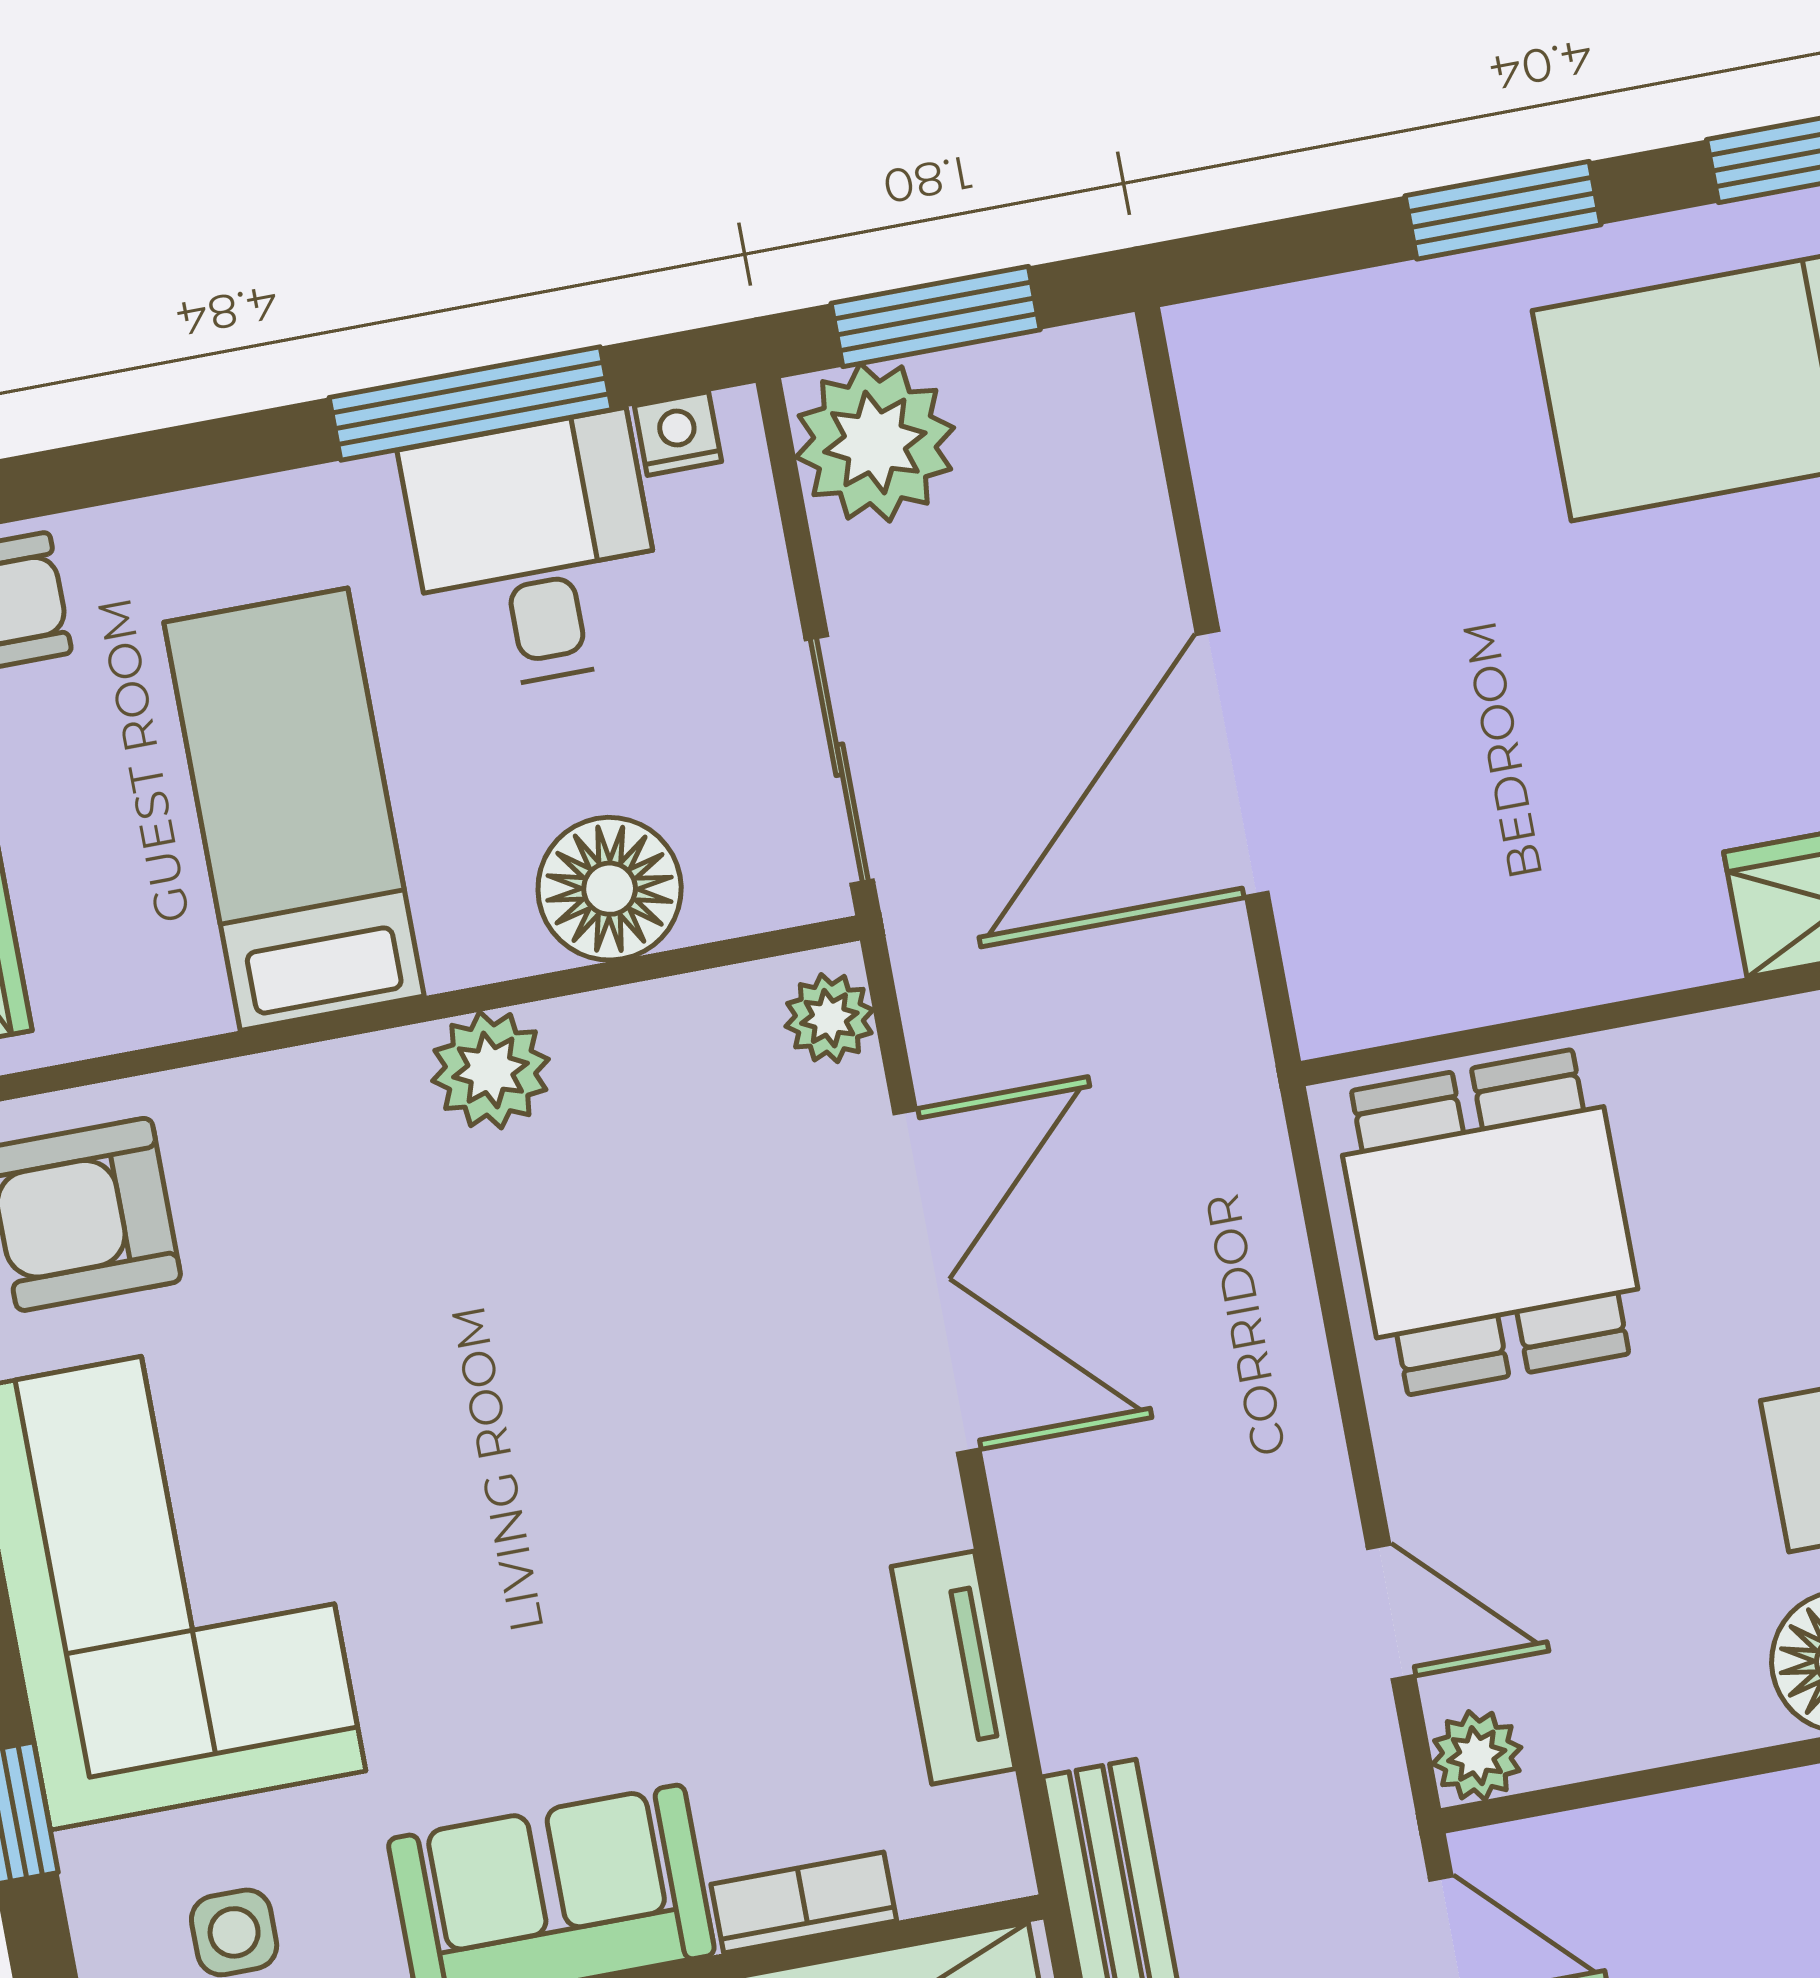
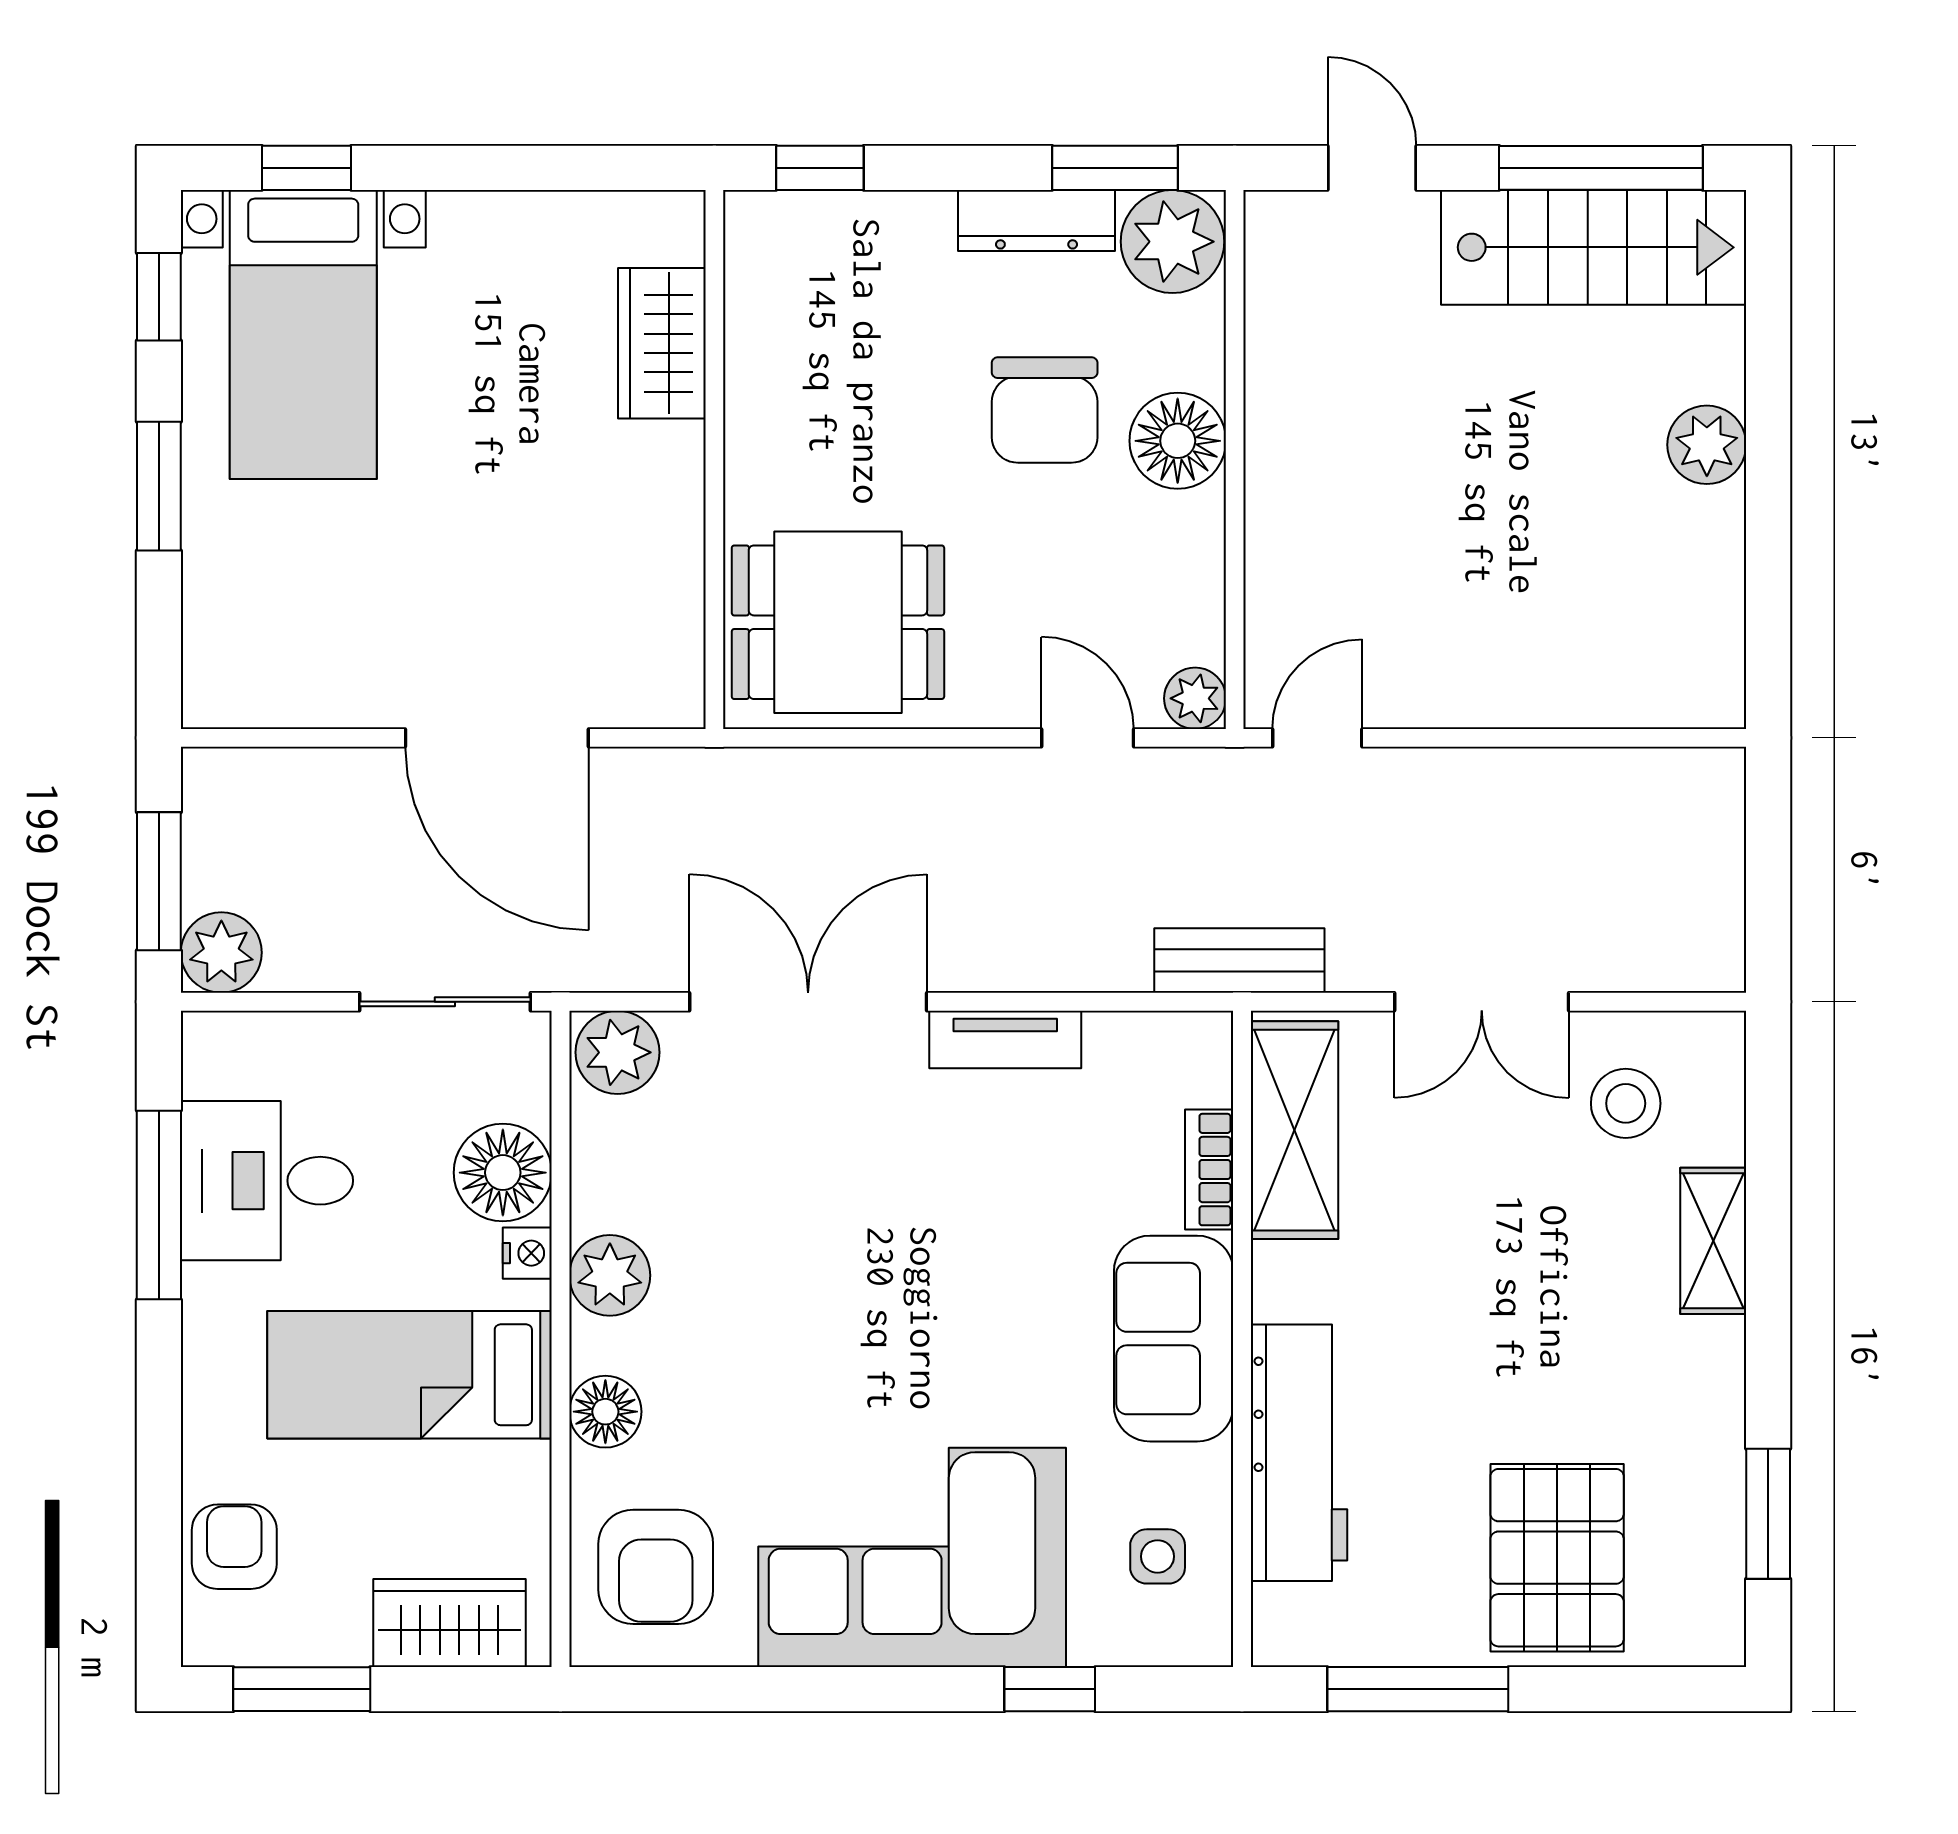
nightstand: (678, 434) -> (527, 1253), moved, turned 180
plant: (875, 442) -> (221, 953), width x0.73, depth x0.73
plant: (829, 1018) -> (618, 1052), width x1.38, depth x1.38
floor lamp: (294, 1100) -> (605, 1412), added
door: (1391, 1612) -> (1088, 738), hinge flipped
tv unit: (953, 1668) -> (1005, 1040), moved

